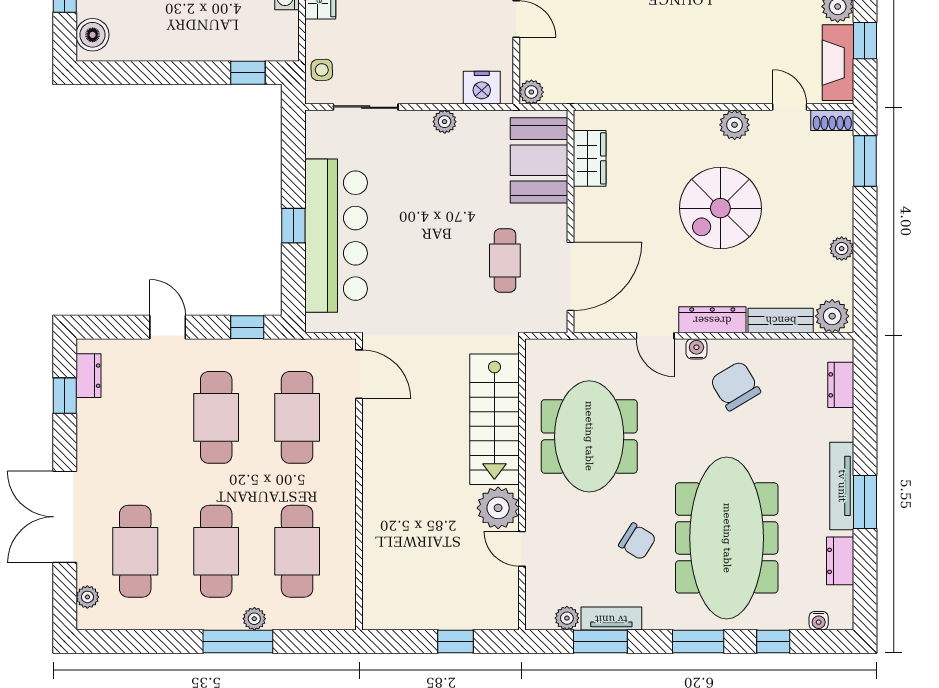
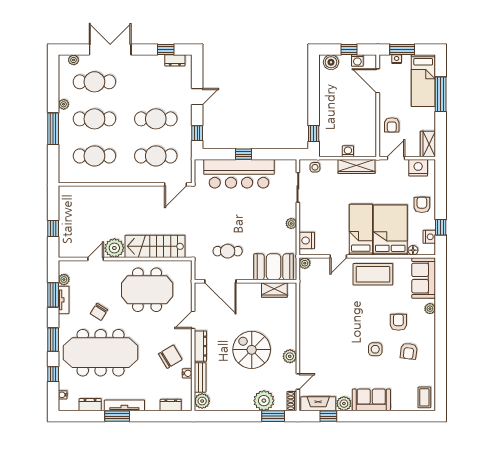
plant: (842, 249) -> (264, 401), moved, width x1.88, depth x1.88
water cooler: (696, 349) -> (187, 373), moved
plant: (254, 619) -> (64, 104), moved

